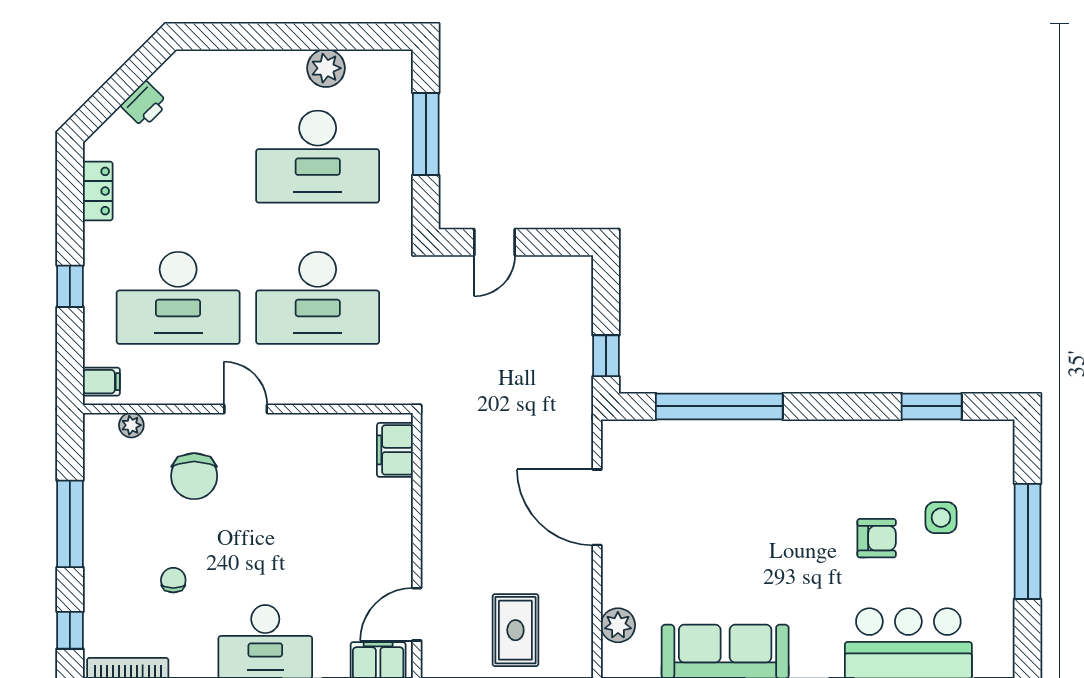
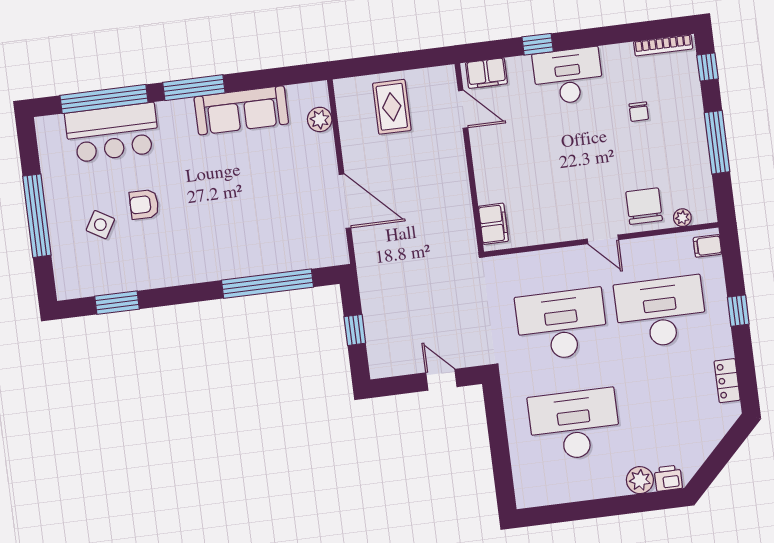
plant: (326, 68) -> (640, 480), moved
printer: (144, 104) -> (668, 478), moved, turned 45
window: (426, 134) -> (500, 450), removed
door: (495, 242) -> (441, 380), hinge flipped
window: (606, 356) -> (355, 330), moved
chair: (194, 476) -> (644, 206), moved
side table: (941, 518) -> (100, 225), turned 30
door: (417, 614) -> (463, 109), hinge flipped

